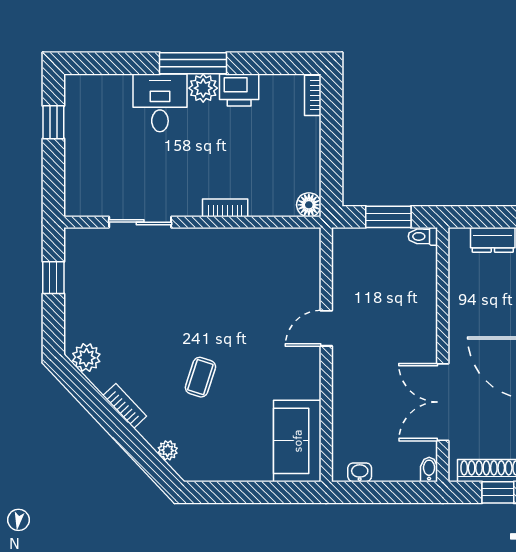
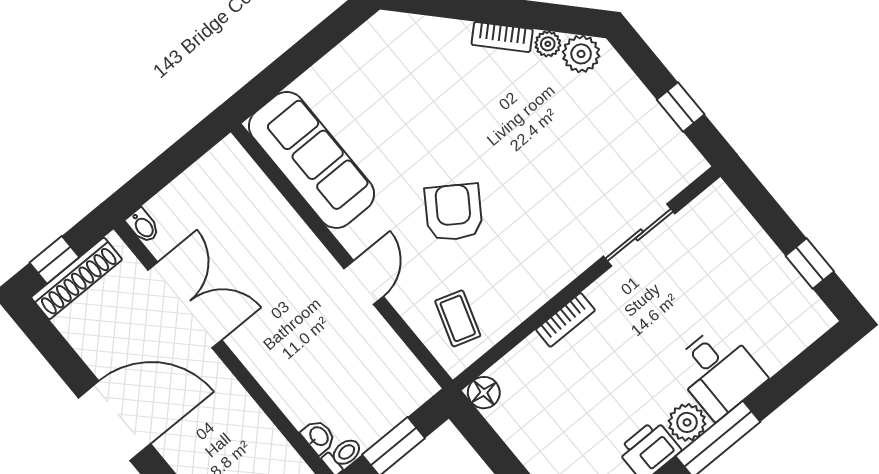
armchair: (239, 326) -> (454, 212), added
coffee table: (200, 377) -> (458, 318), moved
sofa: (297, 441) -> (311, 160), width x1.36
plant: (168, 450) -> (548, 44), moved
washbasin: (360, 472) -> (318, 437), moved, turned -90

